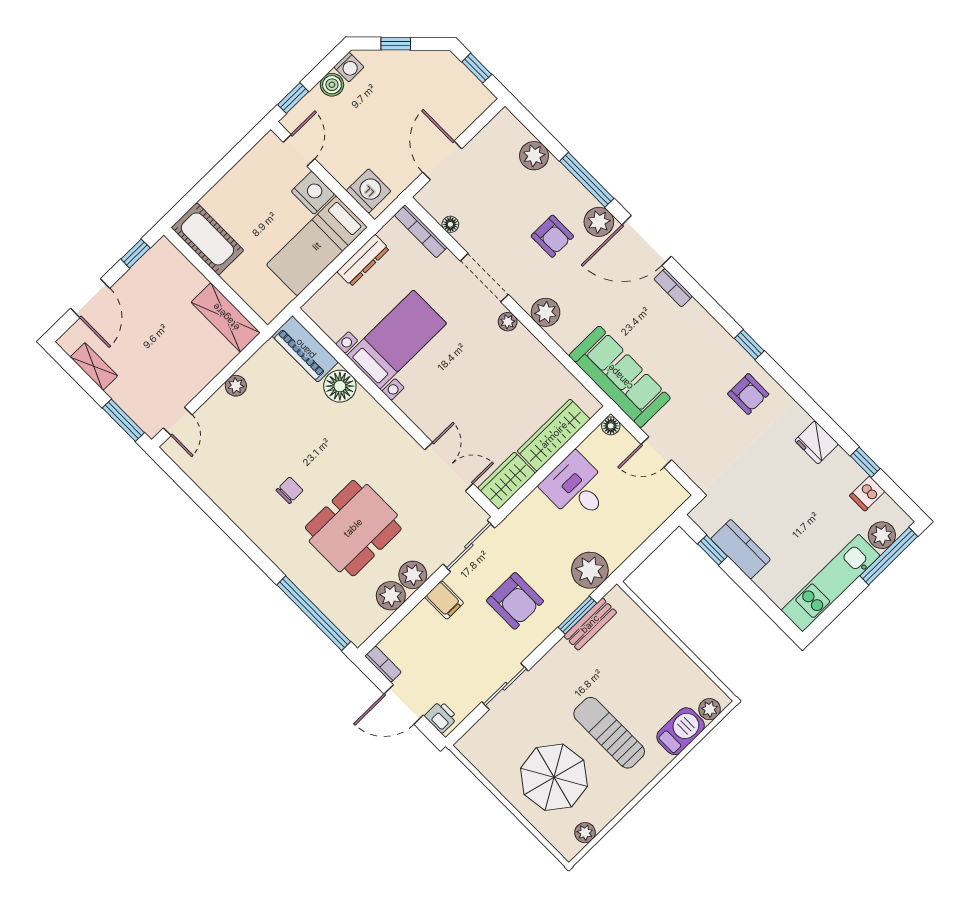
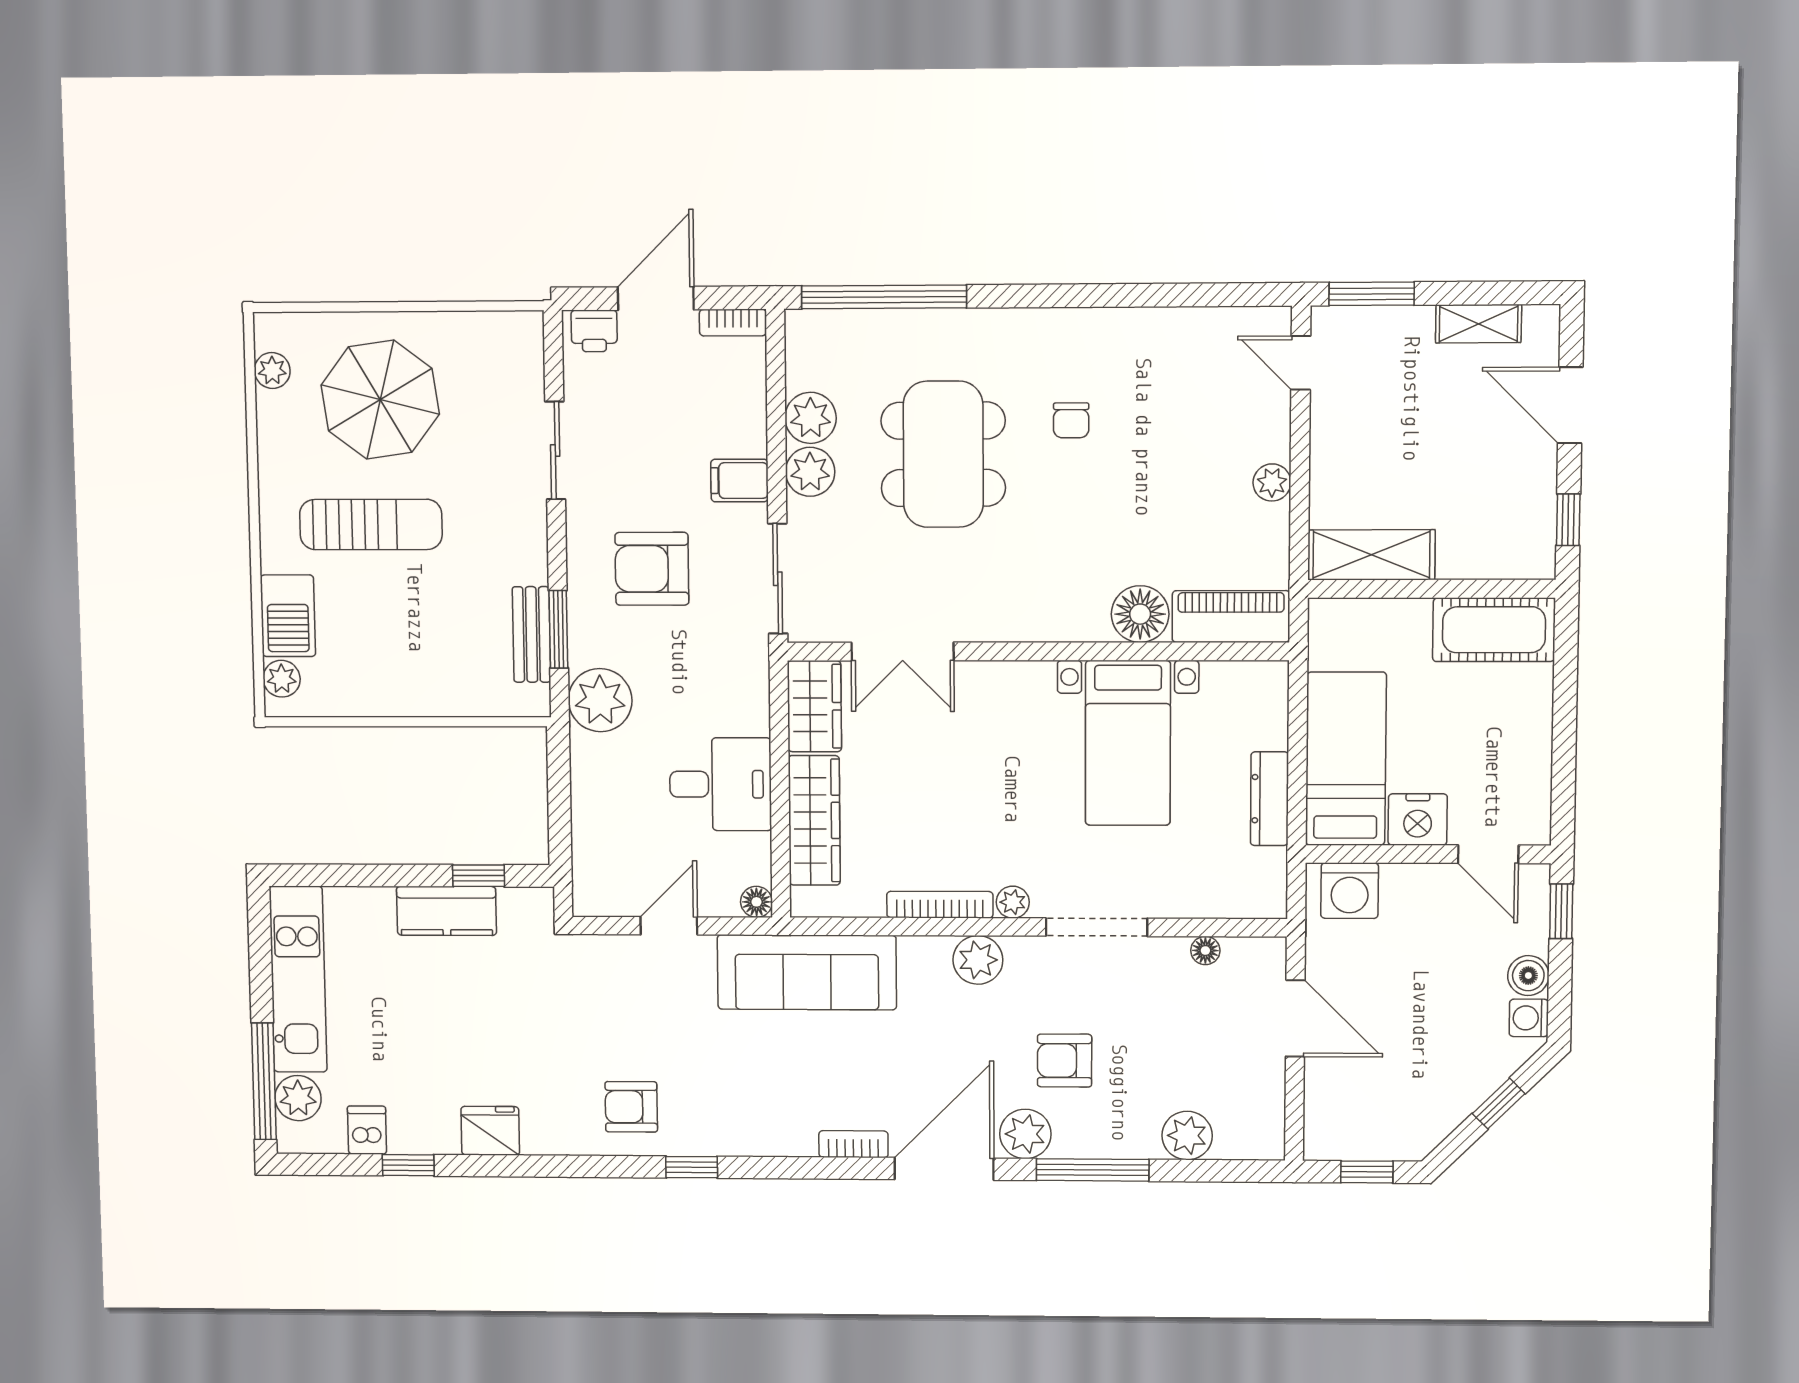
bookcase: (421, 231) -> (940, 905), moved

